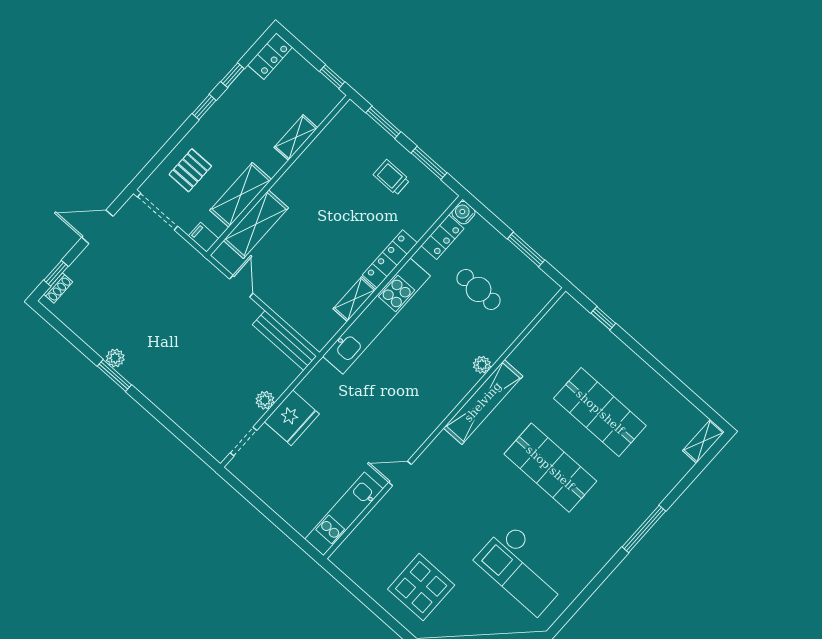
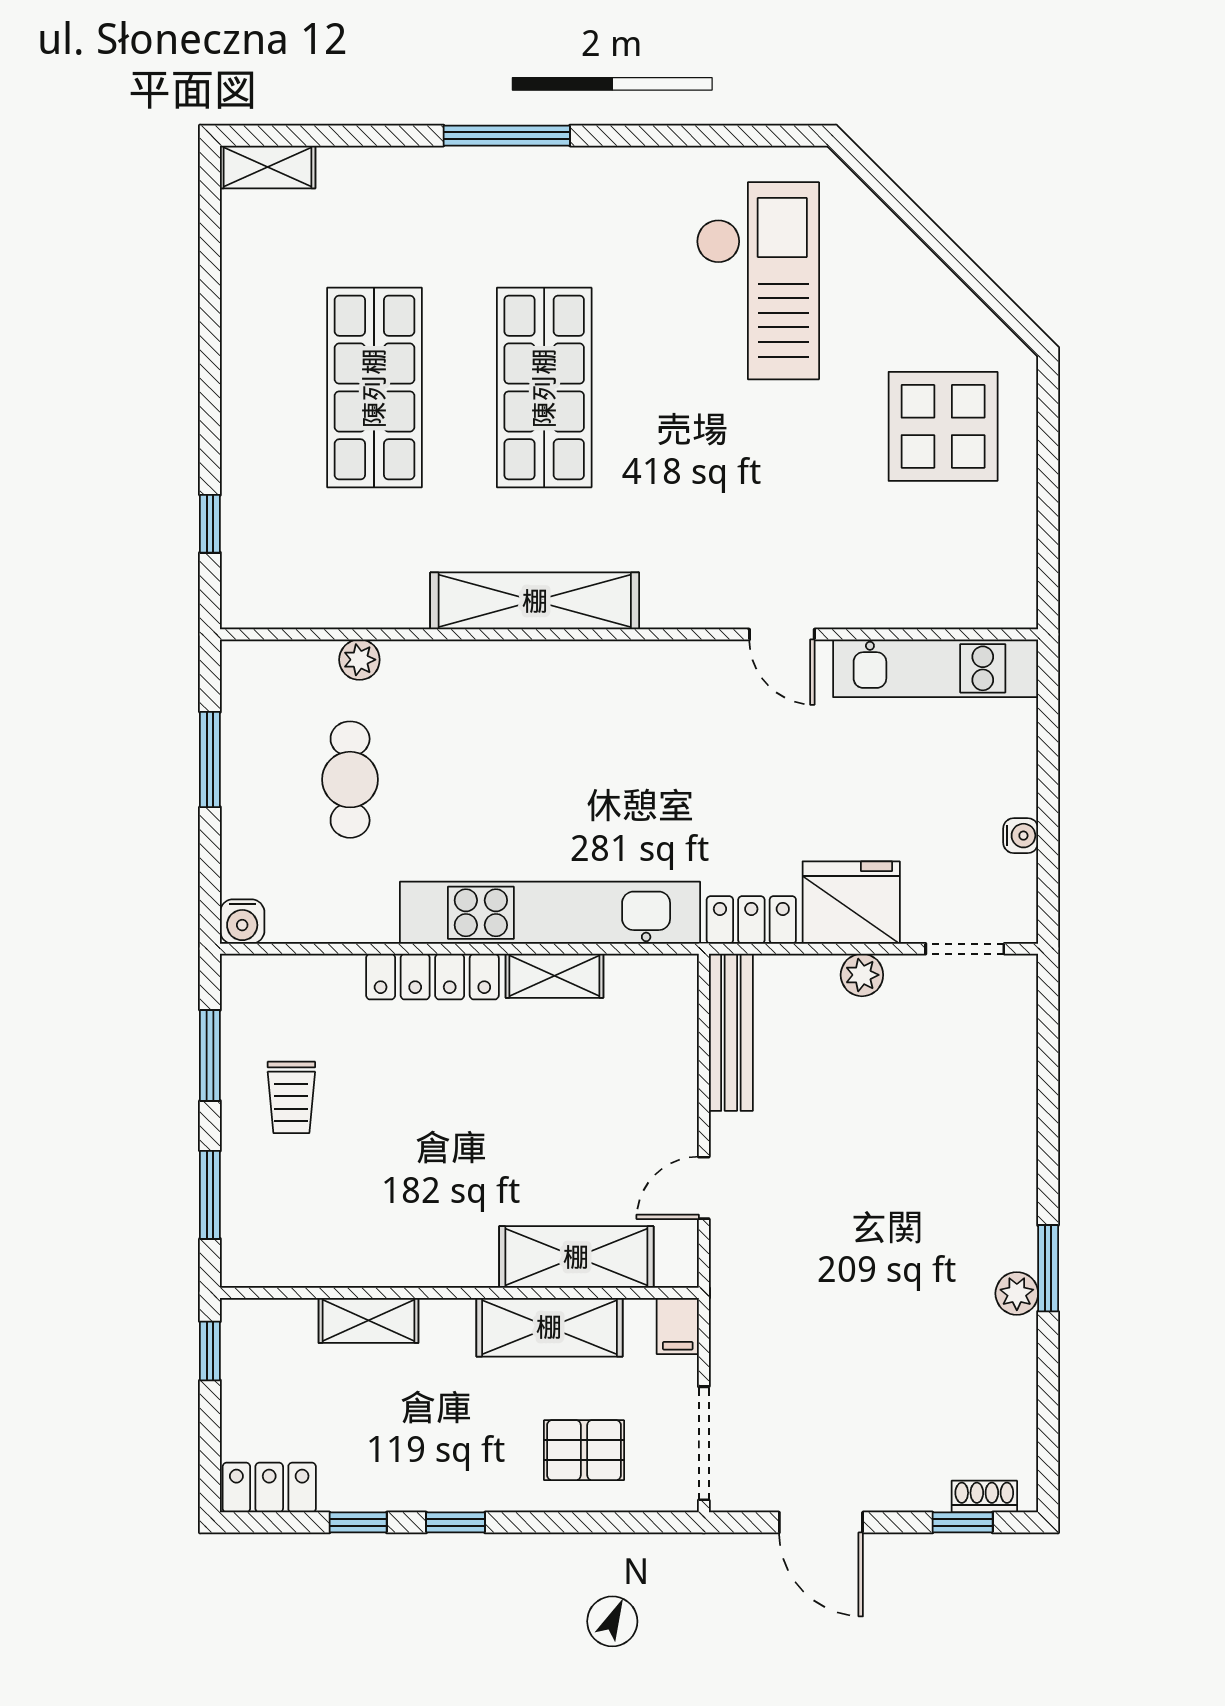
locker: (443, 237) -> (751, 920), moved
plant: (482, 365) -> (359, 660), moved
water cooler: (264, 493) -> (1021, 836), added

